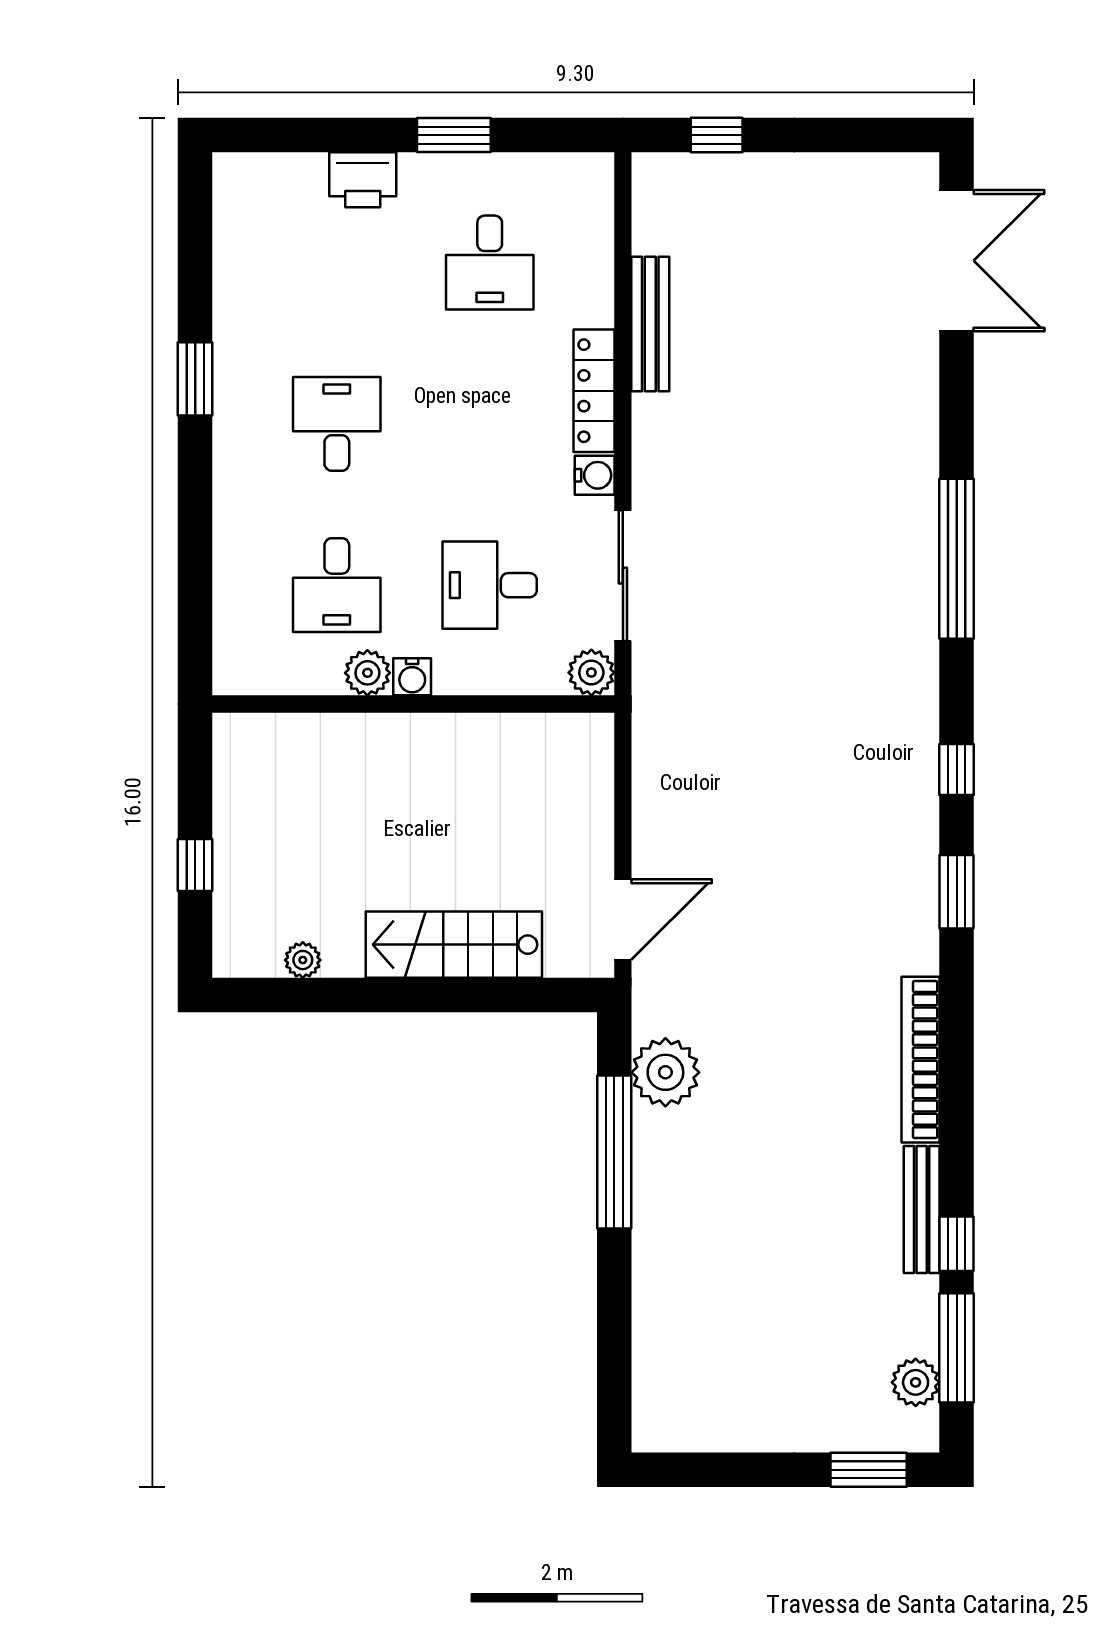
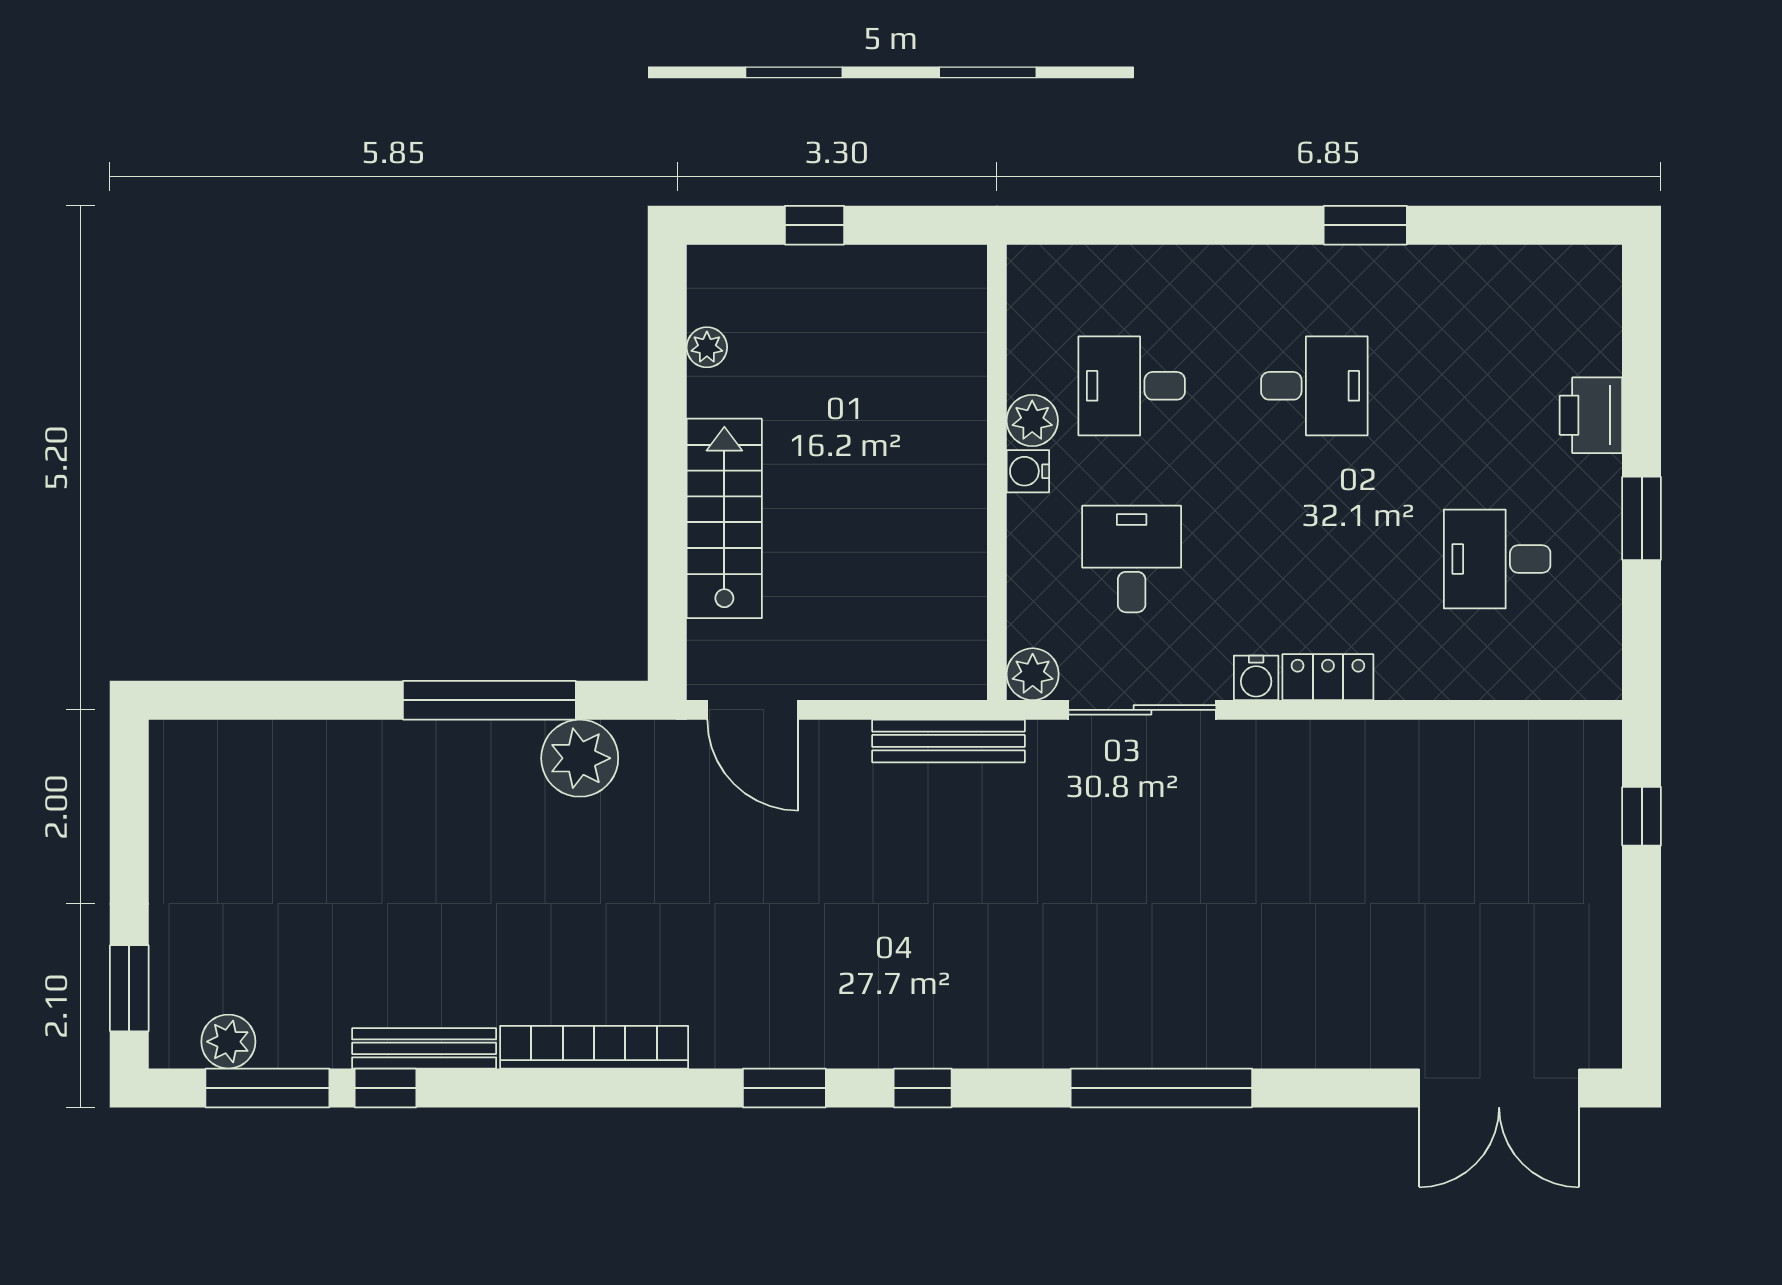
bench: (650, 324) -> (948, 741), moved
locker: (594, 391) -> (1328, 677), width x0.66

